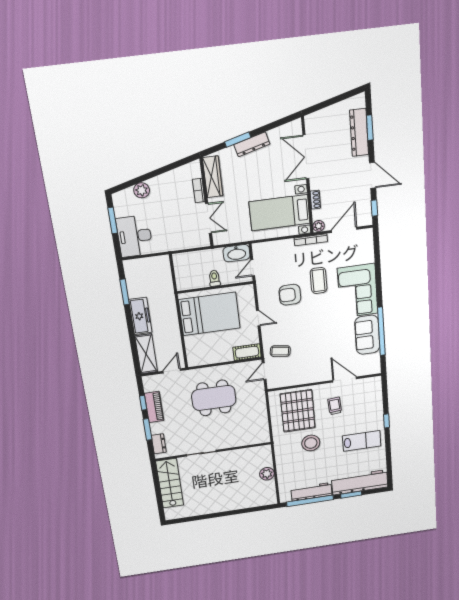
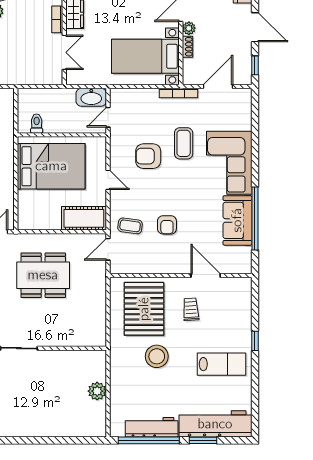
plant: (319, 226) -> (189, 28), moved
toilet: (214, 278) -> (37, 124), moved
armchair: (310, 346) -> (167, 225), added
cot: (247, 352) -> (84, 218), width x1.37, depth x1.34

